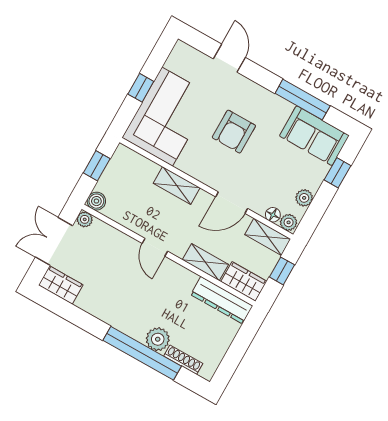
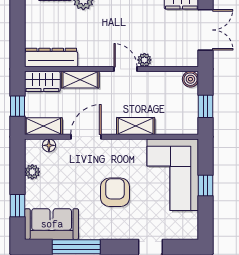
plant: (85, 219) -> (144, 60), moved
plant: (289, 222) -> (34, 146), removed

